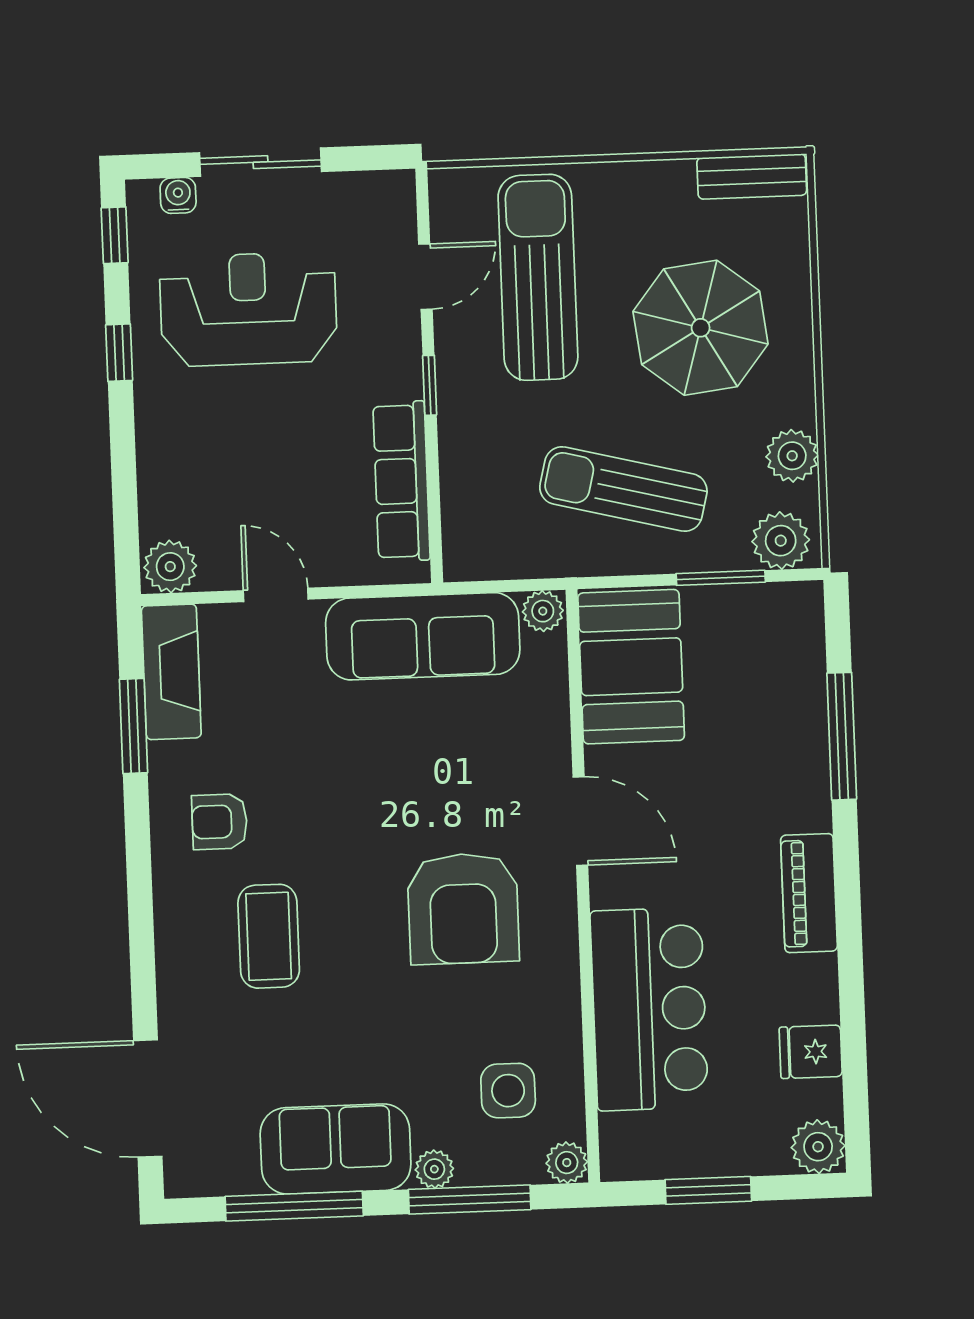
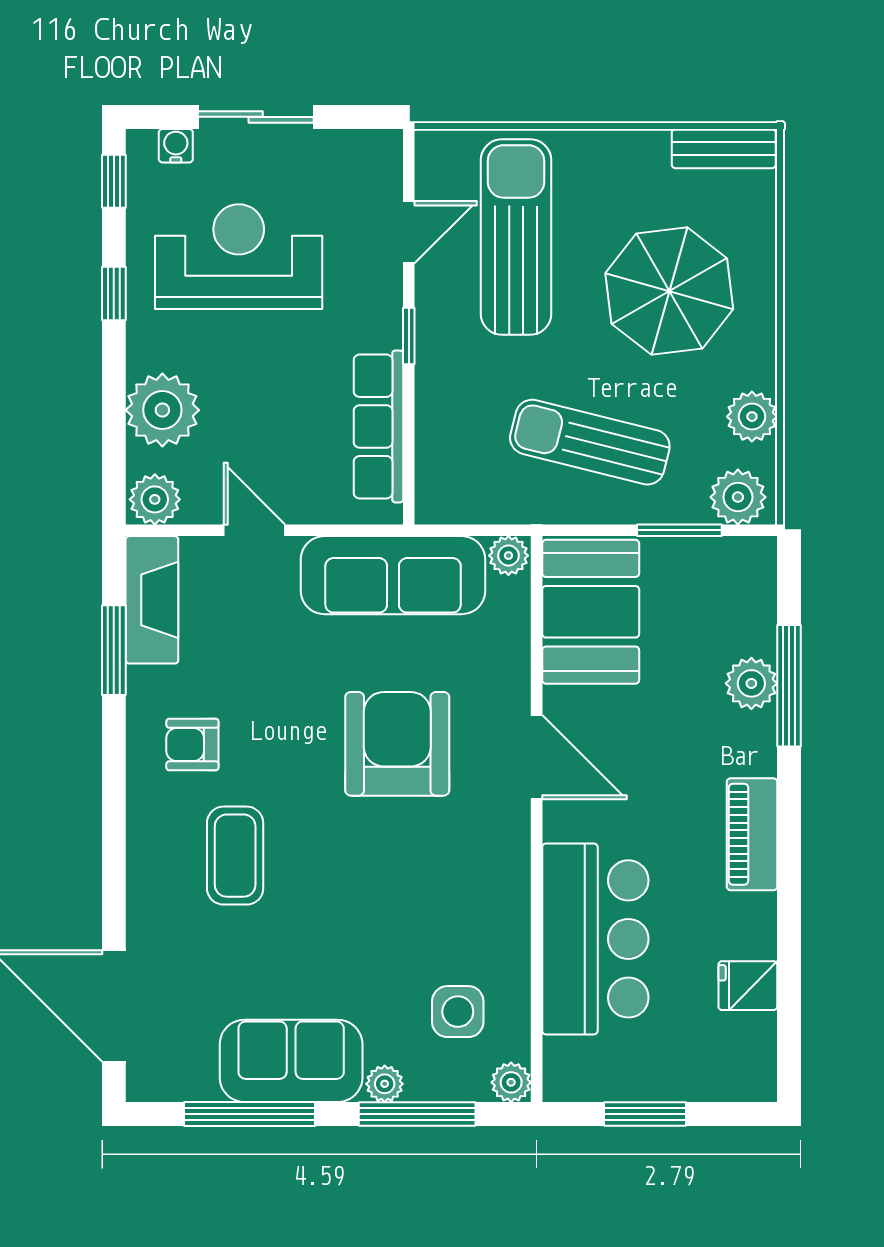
plant: (175, 473) -> (162, 410), added
armchair: (463, 909) -> (397, 744), moved, turned 180
plant: (818, 1147) -> (751, 683), moved

